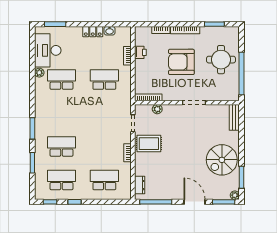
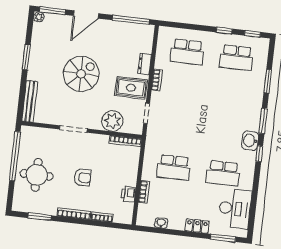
locker: (93, 32) -> (197, 226), moved
armchair: (181, 62) -> (83, 177), width x0.53, depth x0.53
plant: (39, 73) -> (248, 184), removed
window: (32, 100) -> (259, 154), added
plant: (157, 109) -> (112, 121), width x1.87, depth x1.87
washbasin: (42, 110) -> (250, 141), added
bench: (234, 117) -> (30, 101), width x1.36
school desk: (61, 146) -> (232, 96), removed
spiral stairs: (222, 160) -> (81, 74), moved
window: (242, 177) -> (26, 57), moved
dresser: (140, 185) -> (145, 64), moved
door: (194, 202) -> (86, 15), hinge flipped

